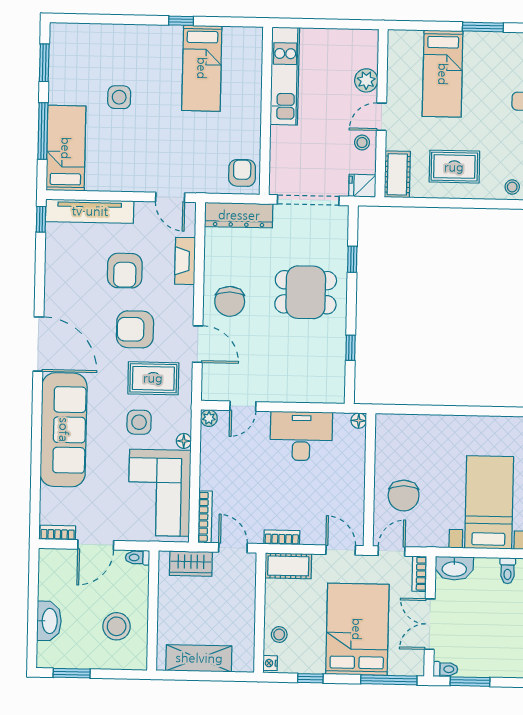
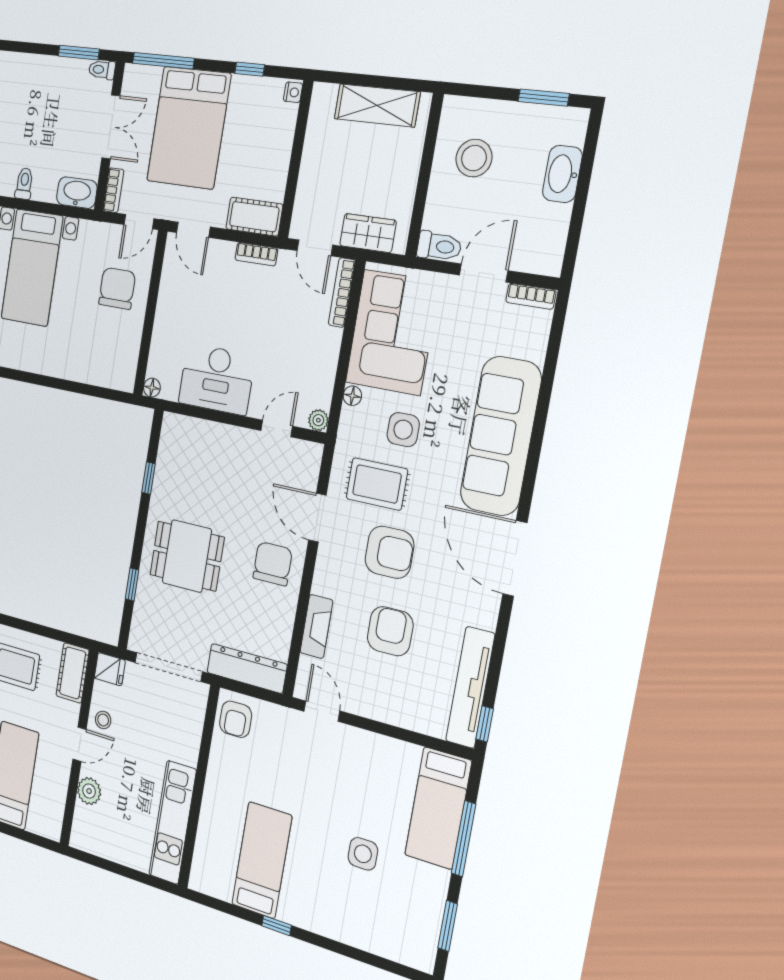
tv unit: (90, 211) -> (470, 687), moved, turned -90
toilet: (138, 558) -> (439, 246), width x1.37, depth x1.39
stool: (279, 634) -> (277, 129), removed

